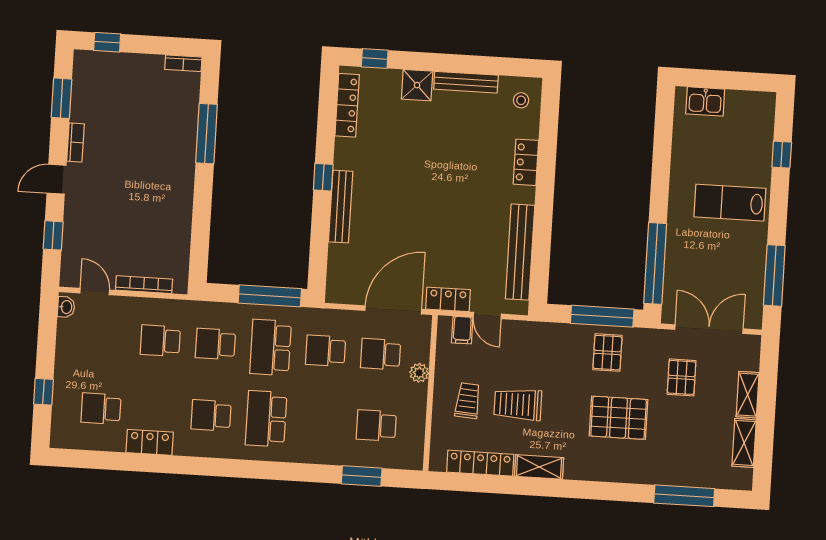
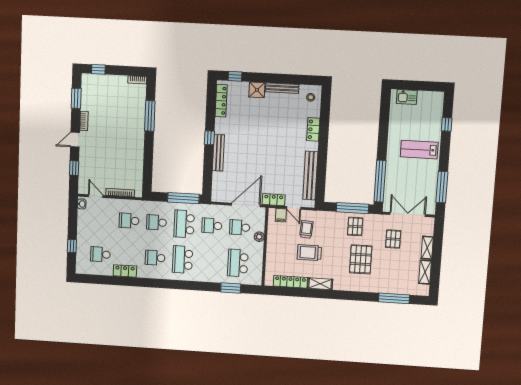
trolley: (468, 401) -> (306, 229), moved
pallet: (619, 418) -> (361, 259), turned 90
school desk: (376, 425) -> (238, 263), width x1.85

